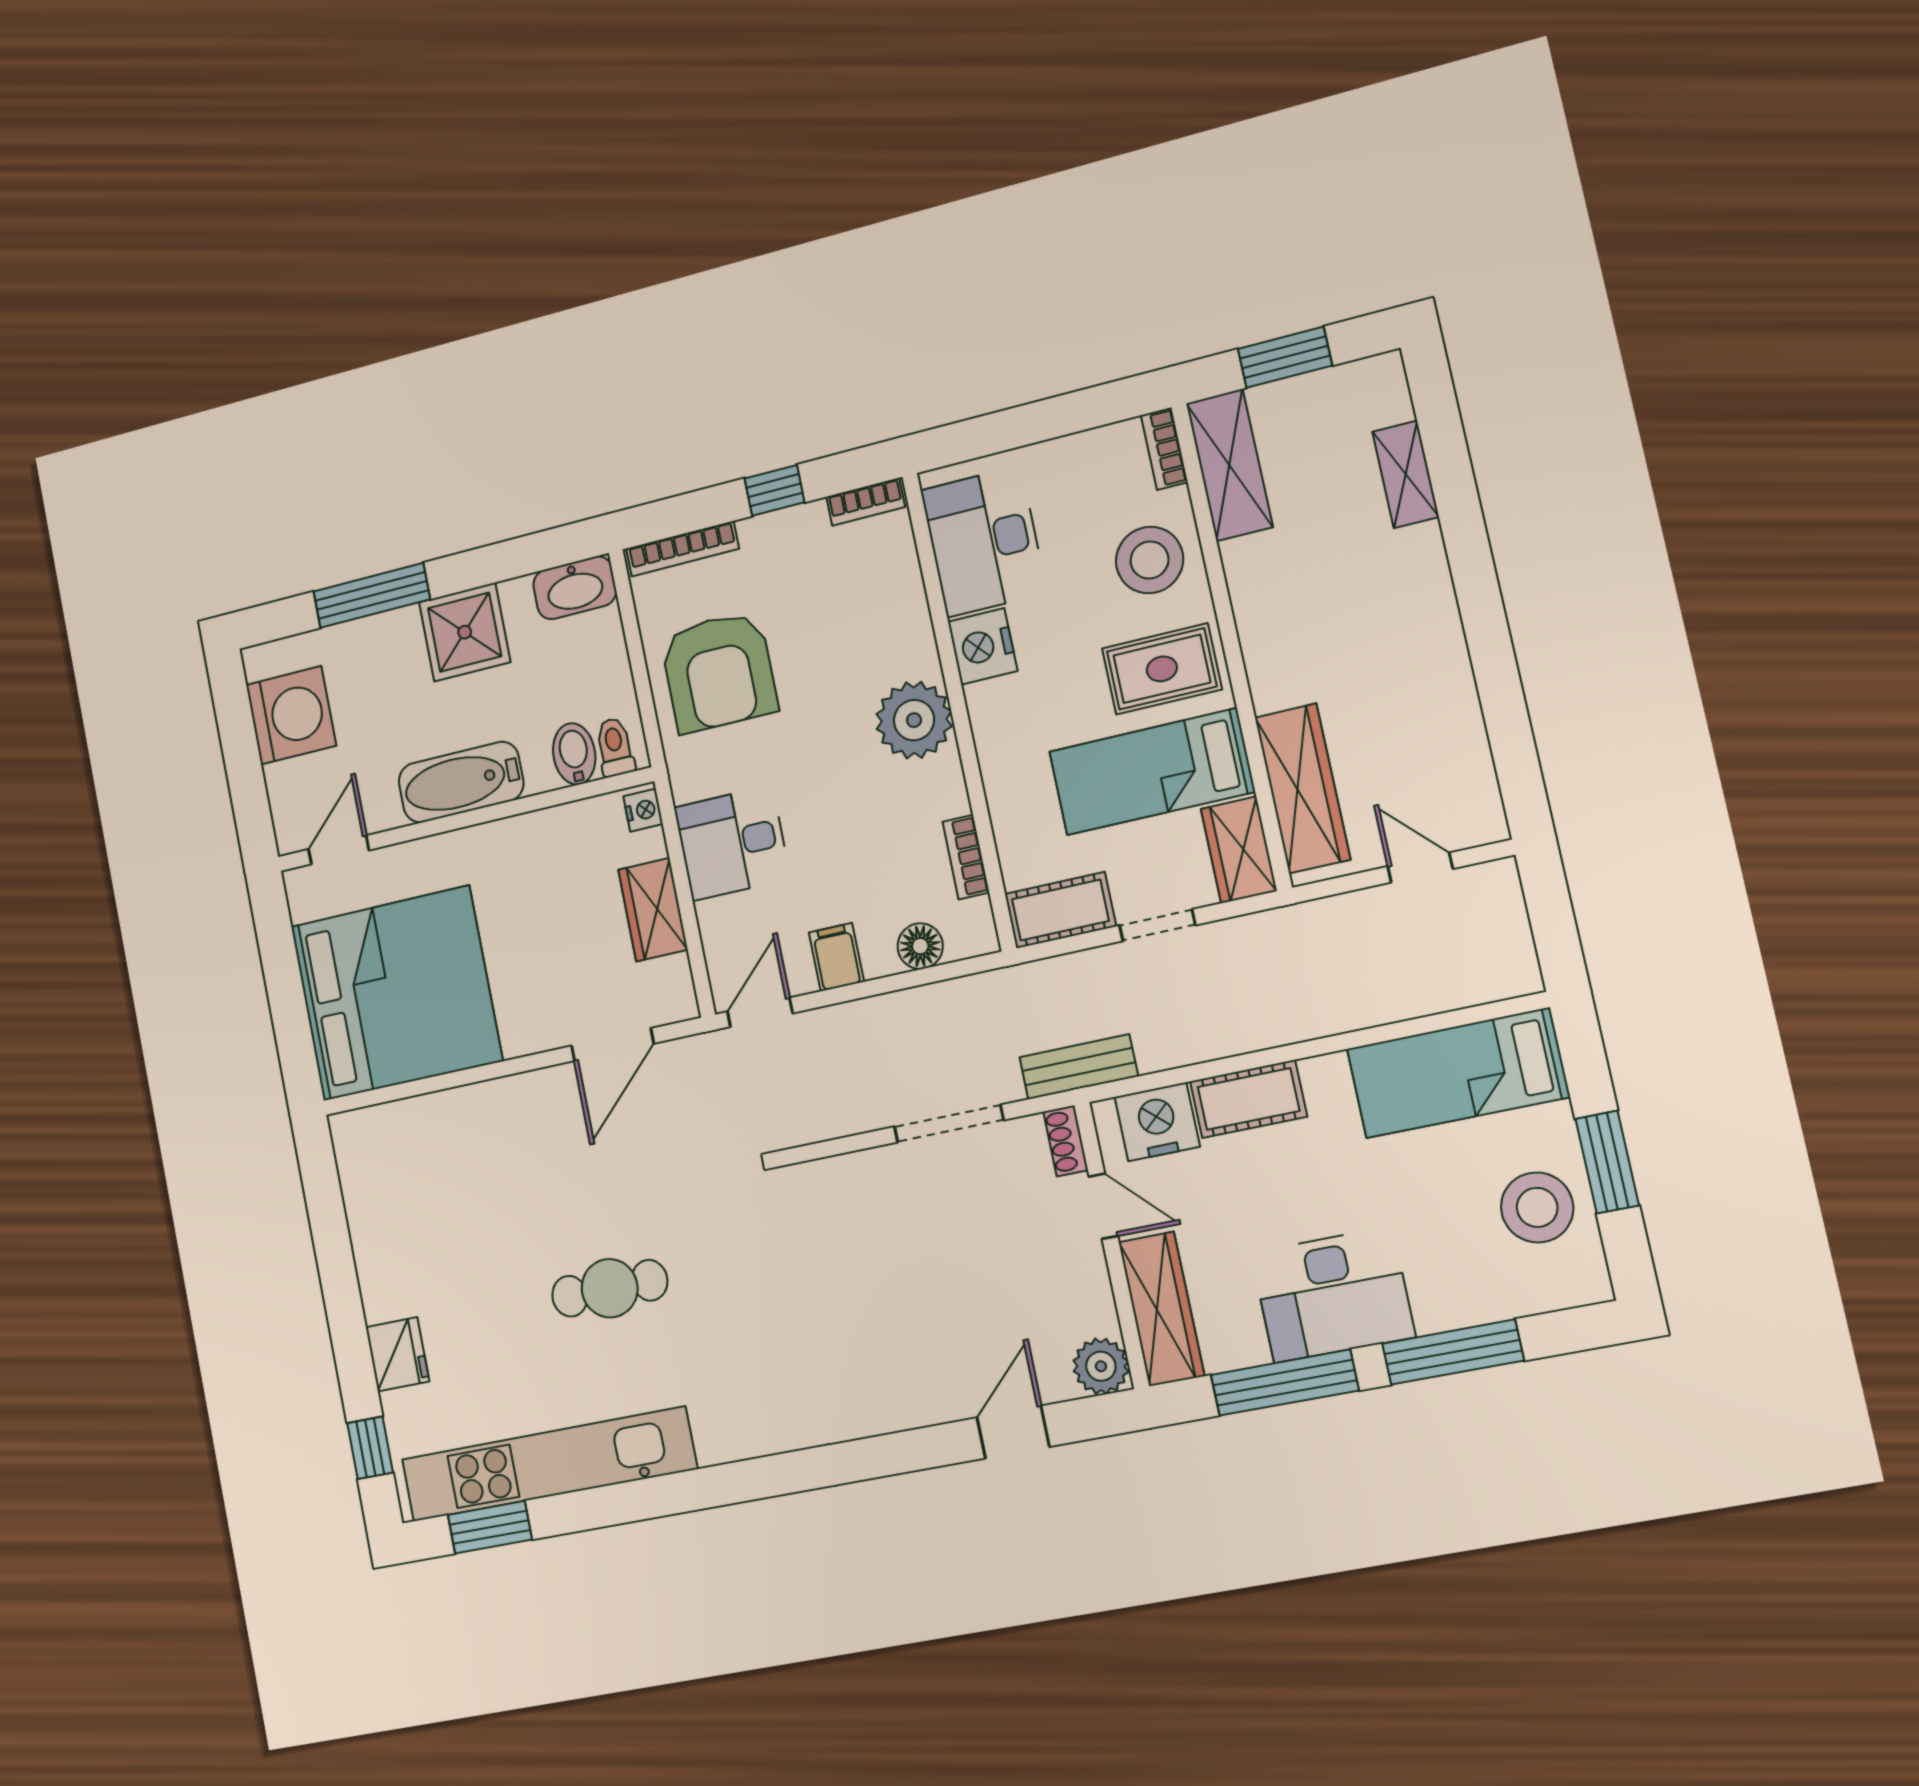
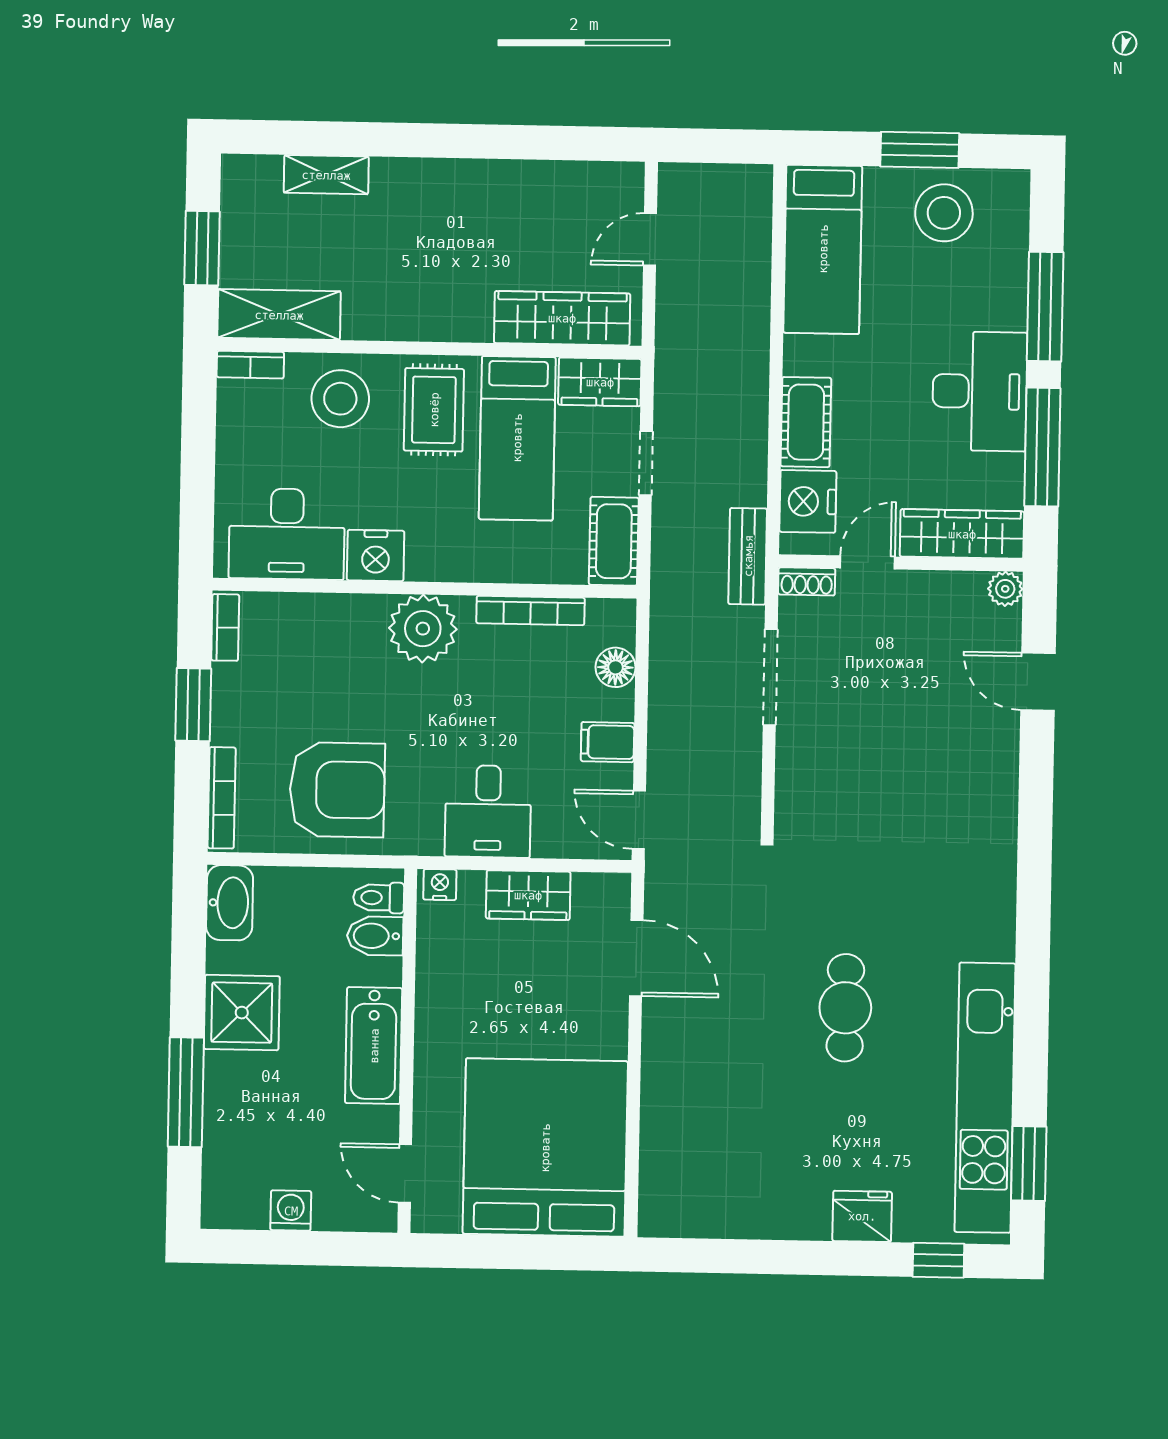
window: (775, 490) -> (193, 705), width x1.50
washing machine: (291, 715) -> (291, 1211), width x0.53, depth x0.53
bookcase: (966, 857) -> (530, 610), width x1.56
plant: (1101, 1366) -> (1005, 589), width x0.73, depth x0.73

